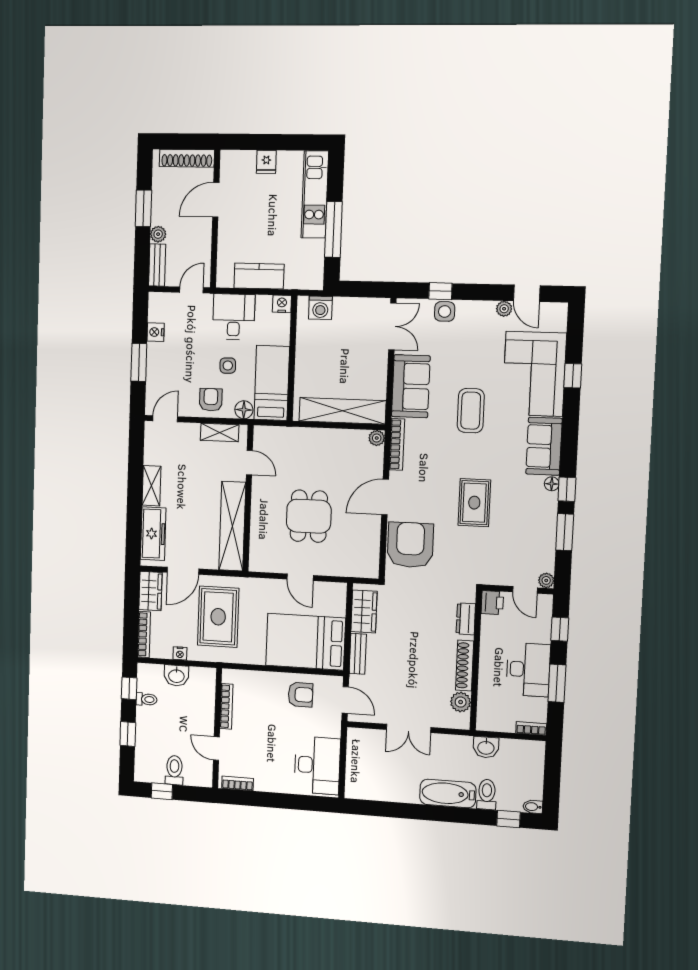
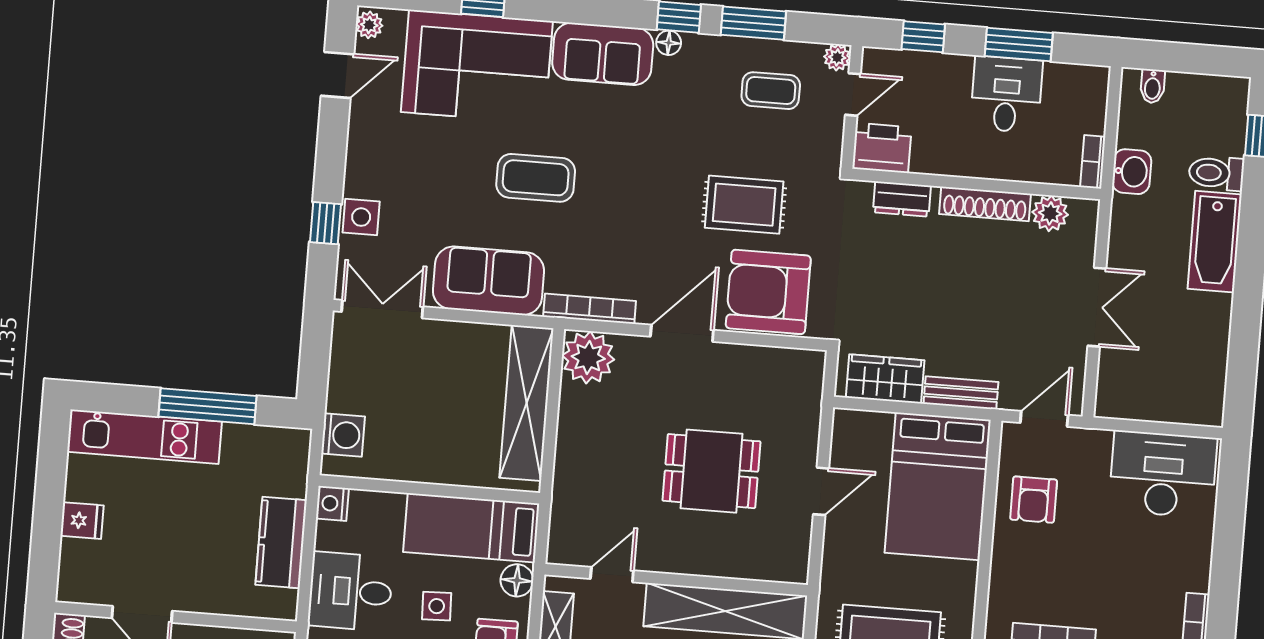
plant: (504, 309) -> (369, 25), moved
plant: (377, 438) -> (588, 357), width x1.87, depth x1.87
door: (385, 497) -> (682, 333), swing flipped
rug: (474, 503) -> (744, 205), moved
coffee table: (526, 543) -> (771, 91), added
printer: (492, 603) -> (882, 148), width x1.36, depth x1.24
desk: (528, 670) -> (1006, 94), width x0.73
armchair: (300, 695) -> (1034, 500), turned 180
bookcase: (531, 728) -> (1093, 162), moved
bidet: (533, 807) -> (1153, 86), moved

